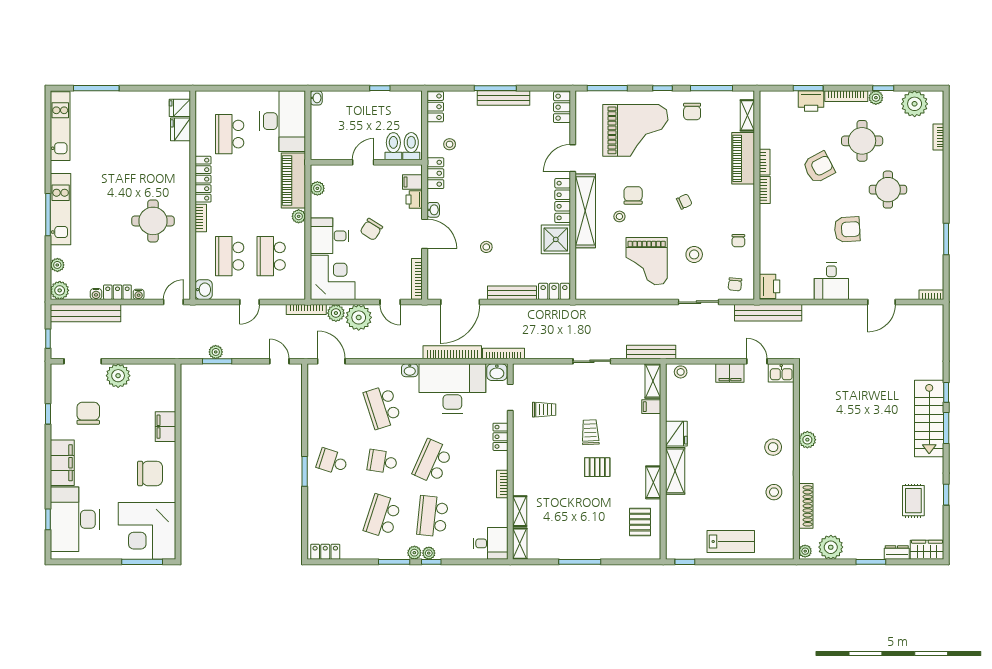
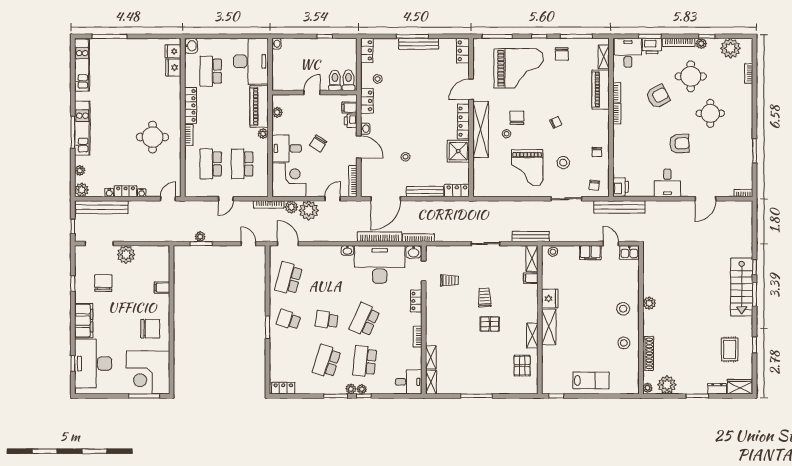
desk: (779, 110) -> (628, 53), added
washbasin: (204, 290) -> (191, 46), moved
door: (390, 302) -> (333, 199), swing flipped
school desk: (382, 407) -> (289, 278), moved, turned 33
filing cabinet: (165, 427) -> (162, 288), width x0.50

